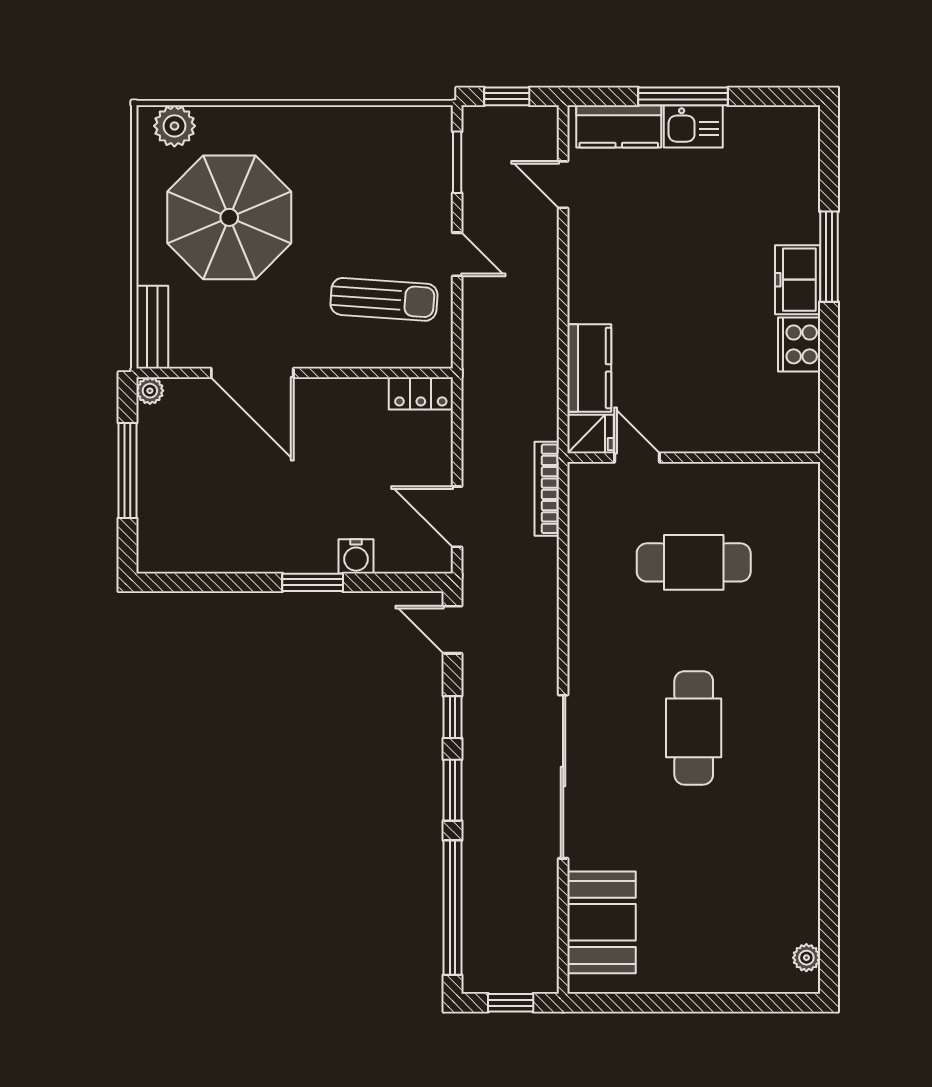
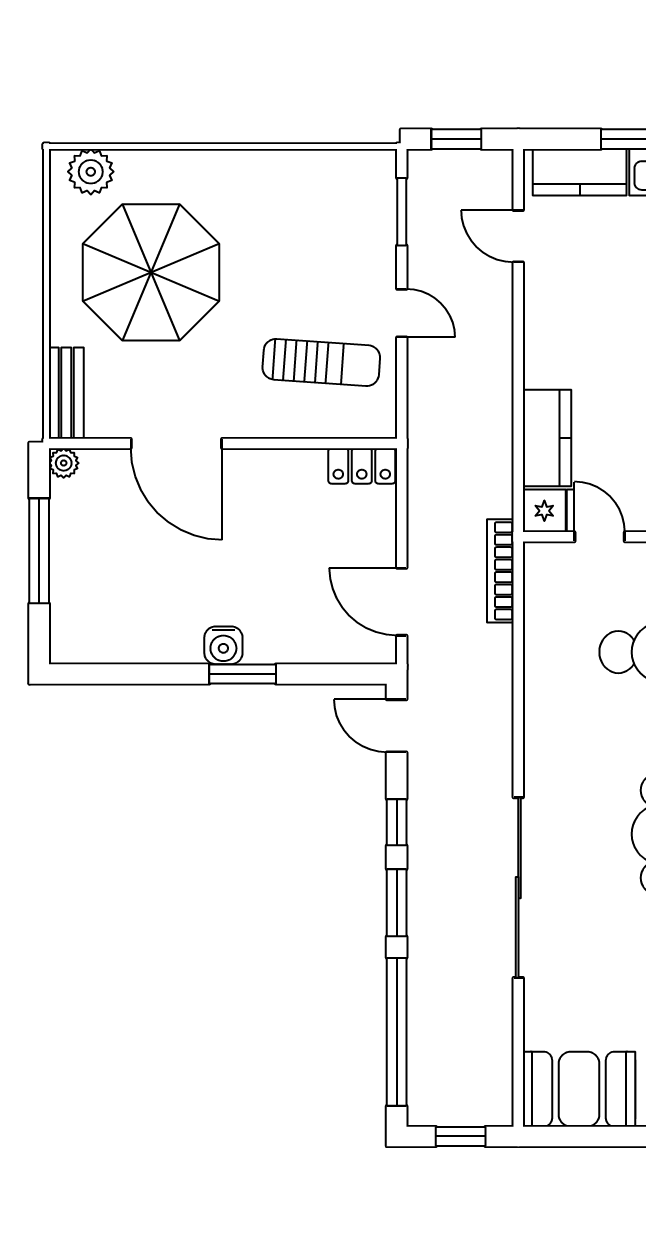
water cooler: (356, 556) -> (223, 645), moved
booth: (601, 922) -> (579, 1089), moved, turned 90

